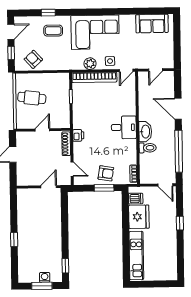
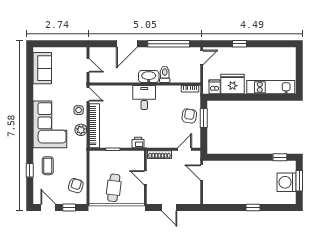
armchair: (33, 59) -> (76, 186), turned 150
printer: (78, 135) -> (138, 143), moved
washing machine: (45, 277) -> (287, 182), width x1.89, depth x1.89

